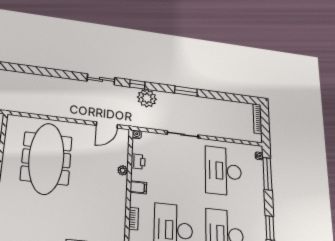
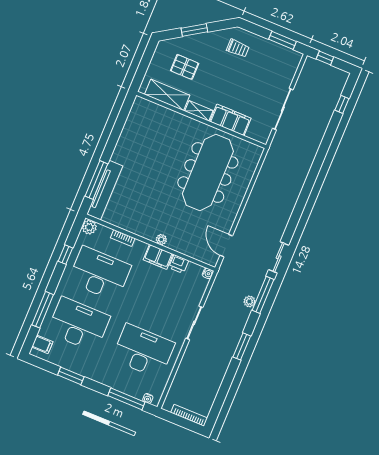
window: (137, 84) -> (263, 295), width x2.17
plant: (147, 98) -> (249, 301), width x0.53, depth x0.53
meeting table: (46, 158) -> (208, 172), turned 90
plant: (123, 170) -> (161, 240), moved
filing cabinet: (138, 187) -> (158, 257), width x2.00

